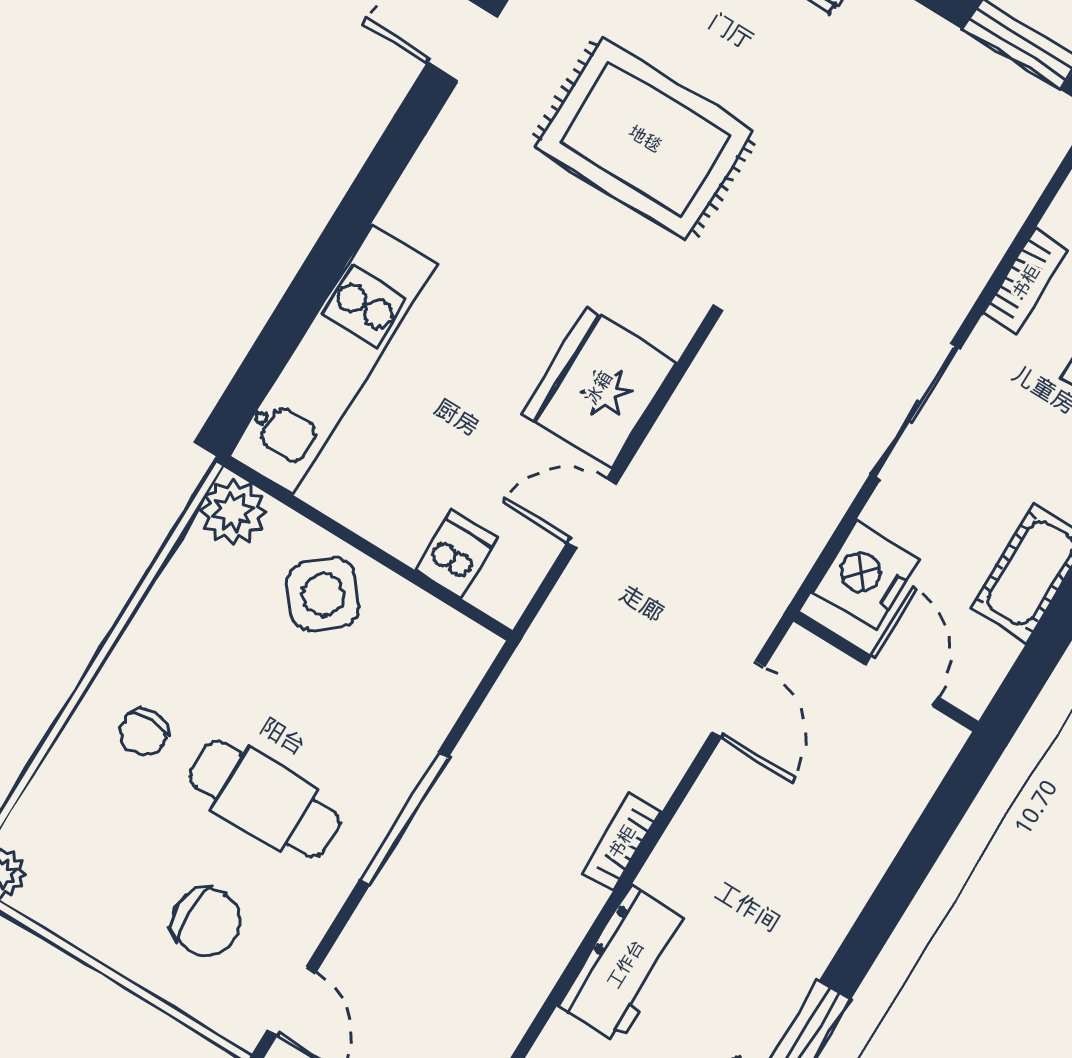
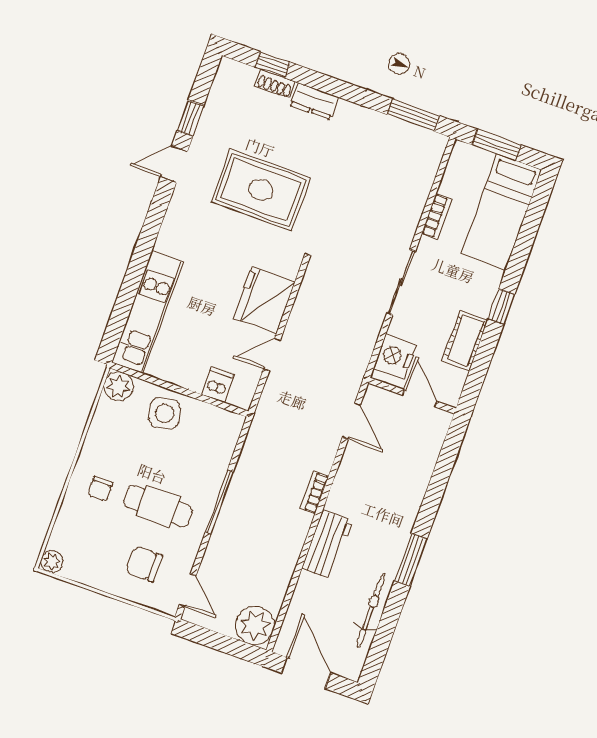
side table: (323, 594) -> (165, 413), turned 30
chair: (206, 922) -> (144, 564), turned 180

